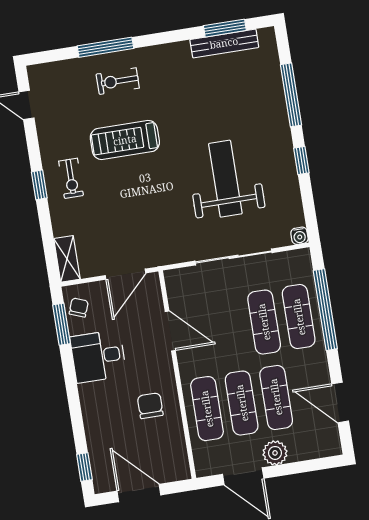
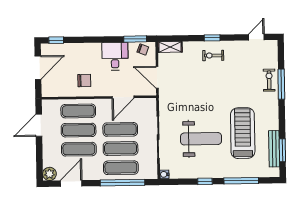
exercise bike: (118, 81) -> (269, 80), moved
treadmill: (125, 140) -> (243, 133), moved, width x1.37, depth x1.38
exercise mat: (229, 328) -> (120, 129), added
plant: (275, 453) -> (49, 174), moved

